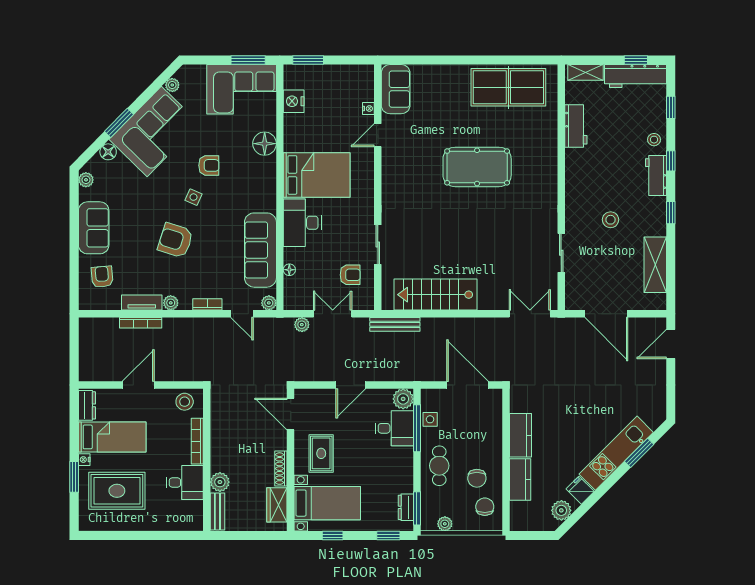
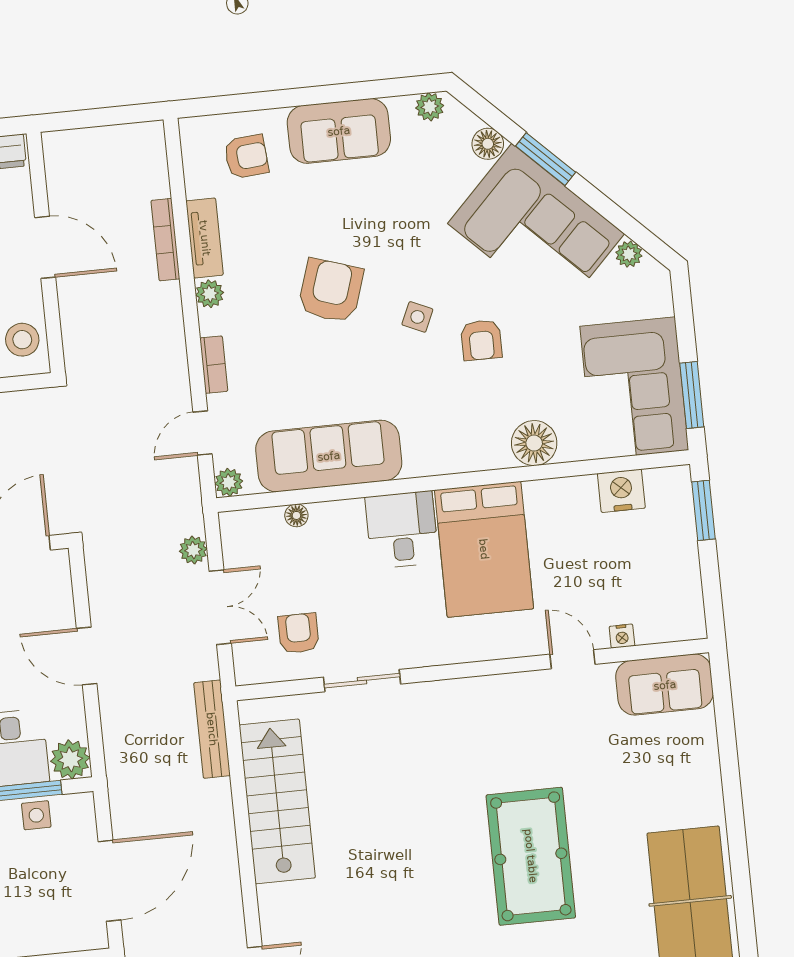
desk: (302, 223) -> (402, 530), width x0.73
armchair: (350, 275) -> (299, 633), turned 180

